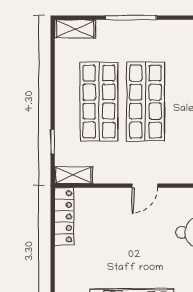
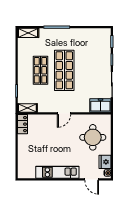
shop shelf: (99, 102) -> (40, 70), width x0.70, depth x0.74
locker: (64, 216) -> (23, 124), width x0.66

